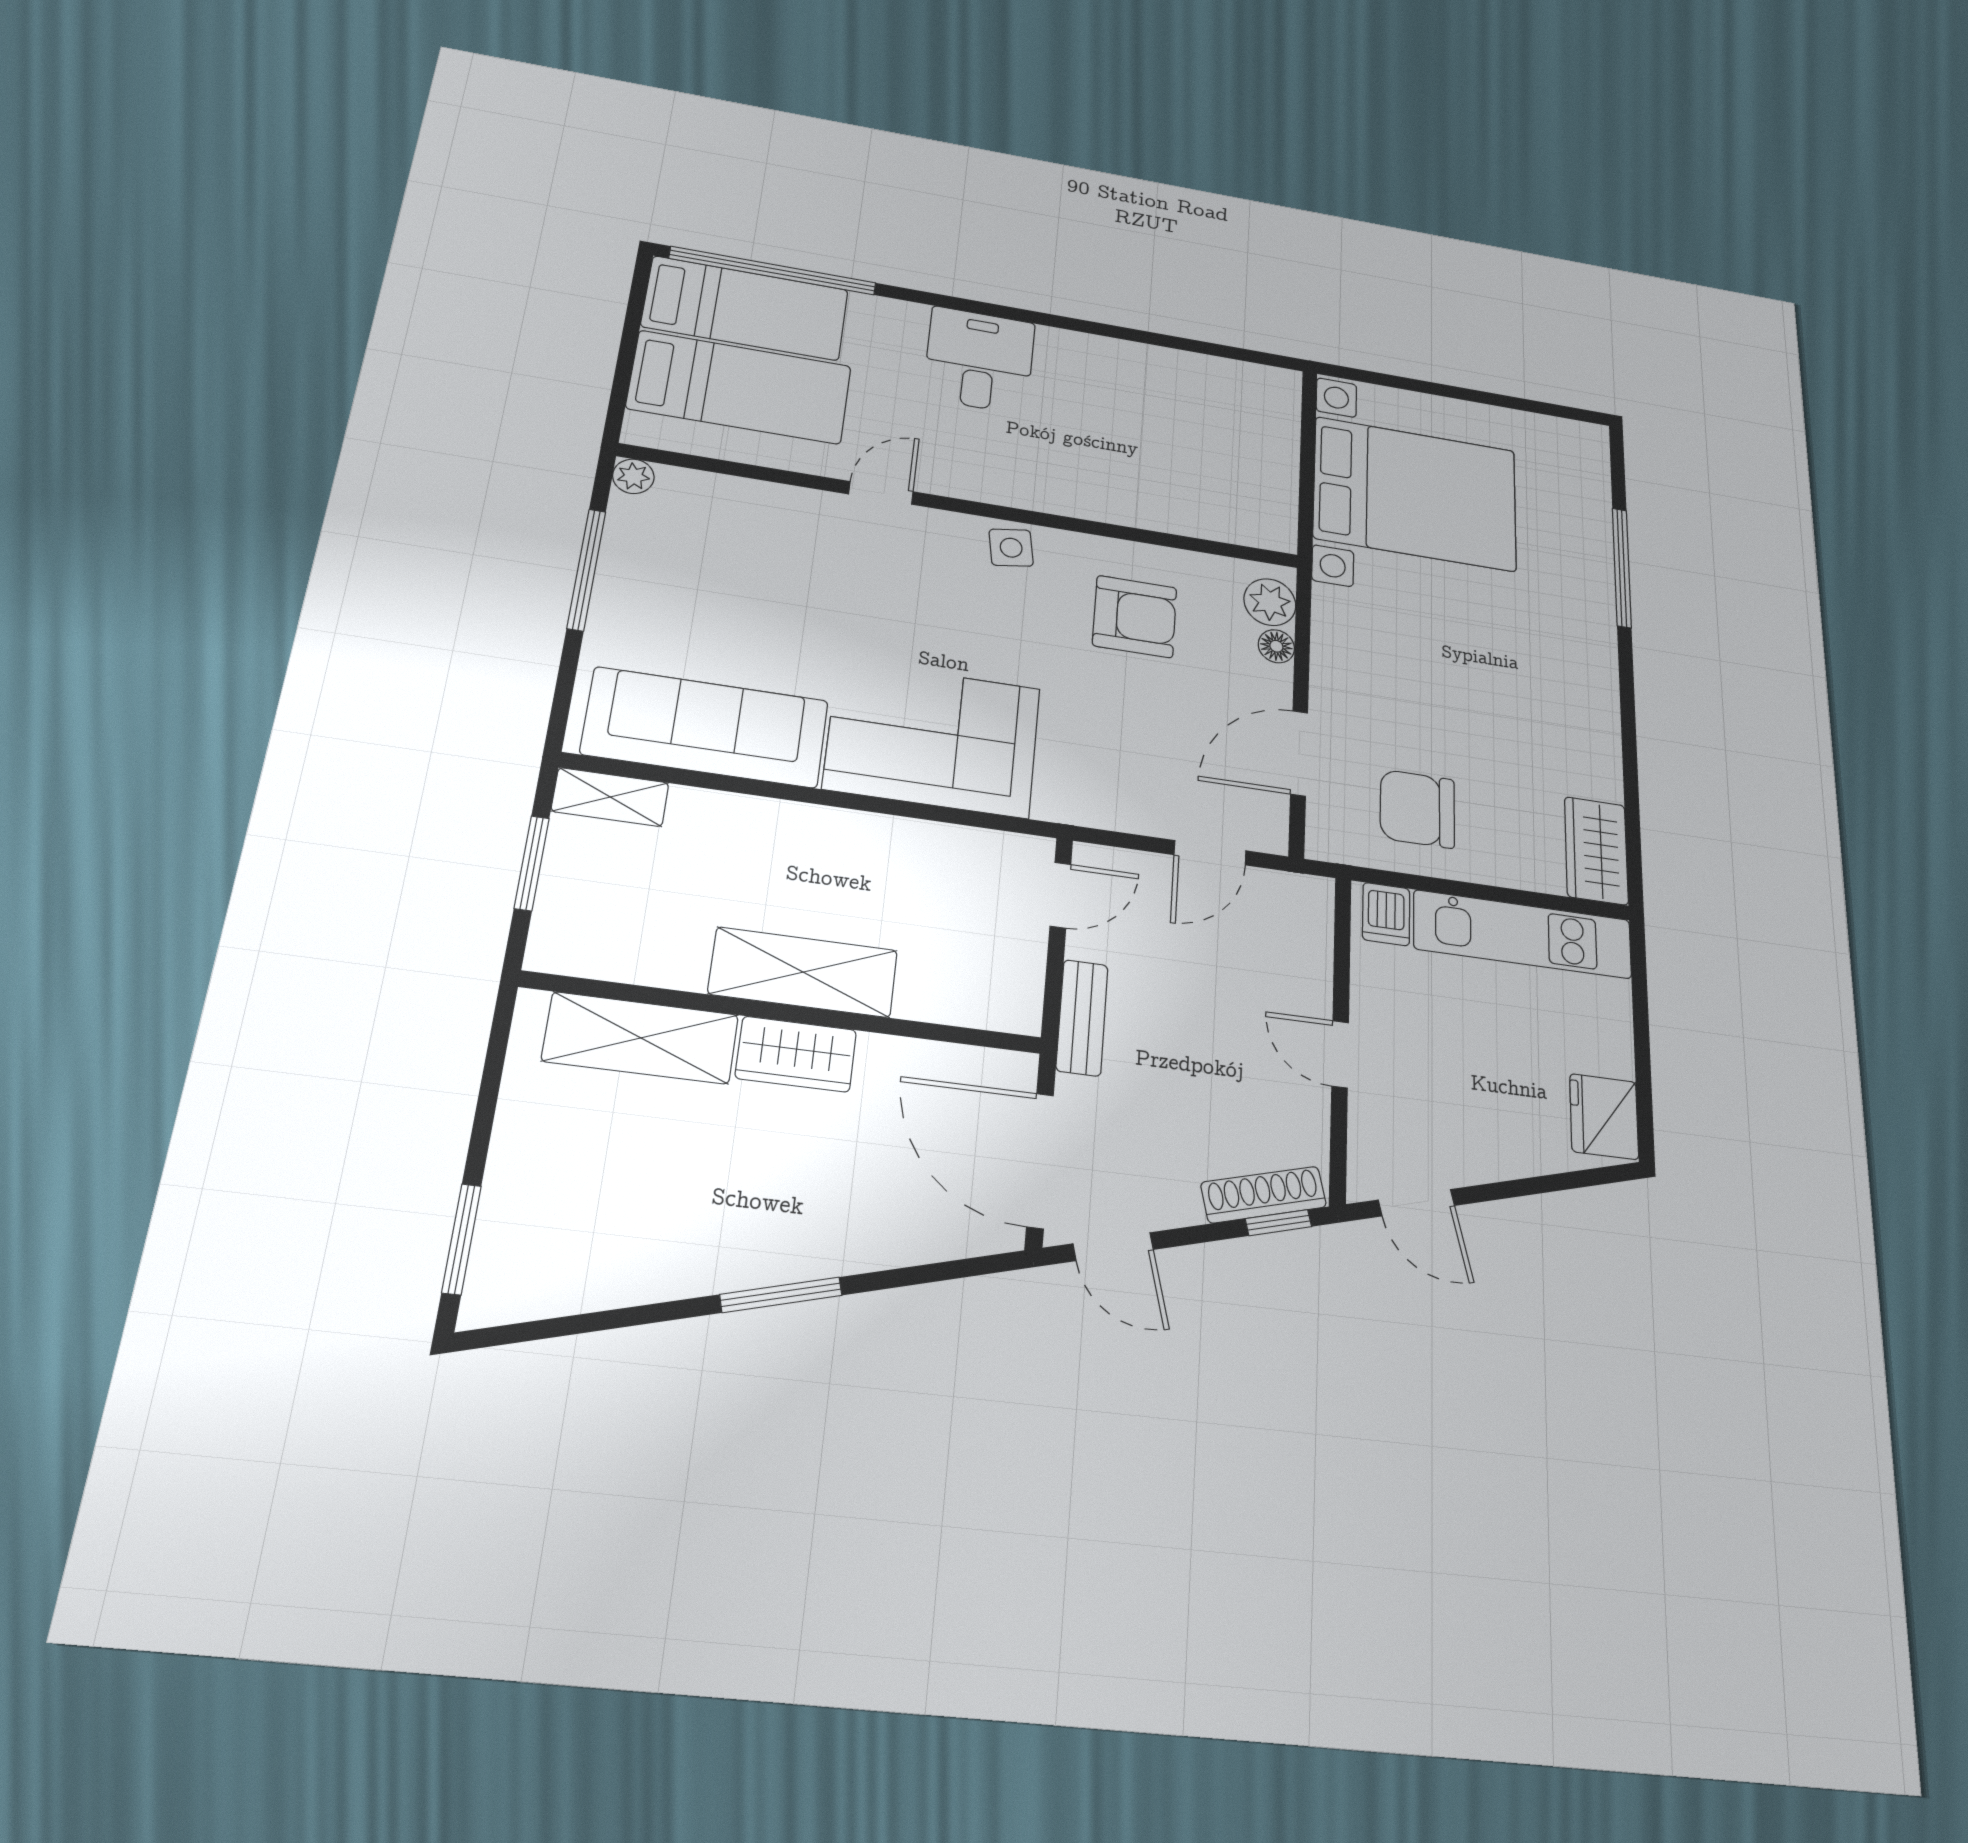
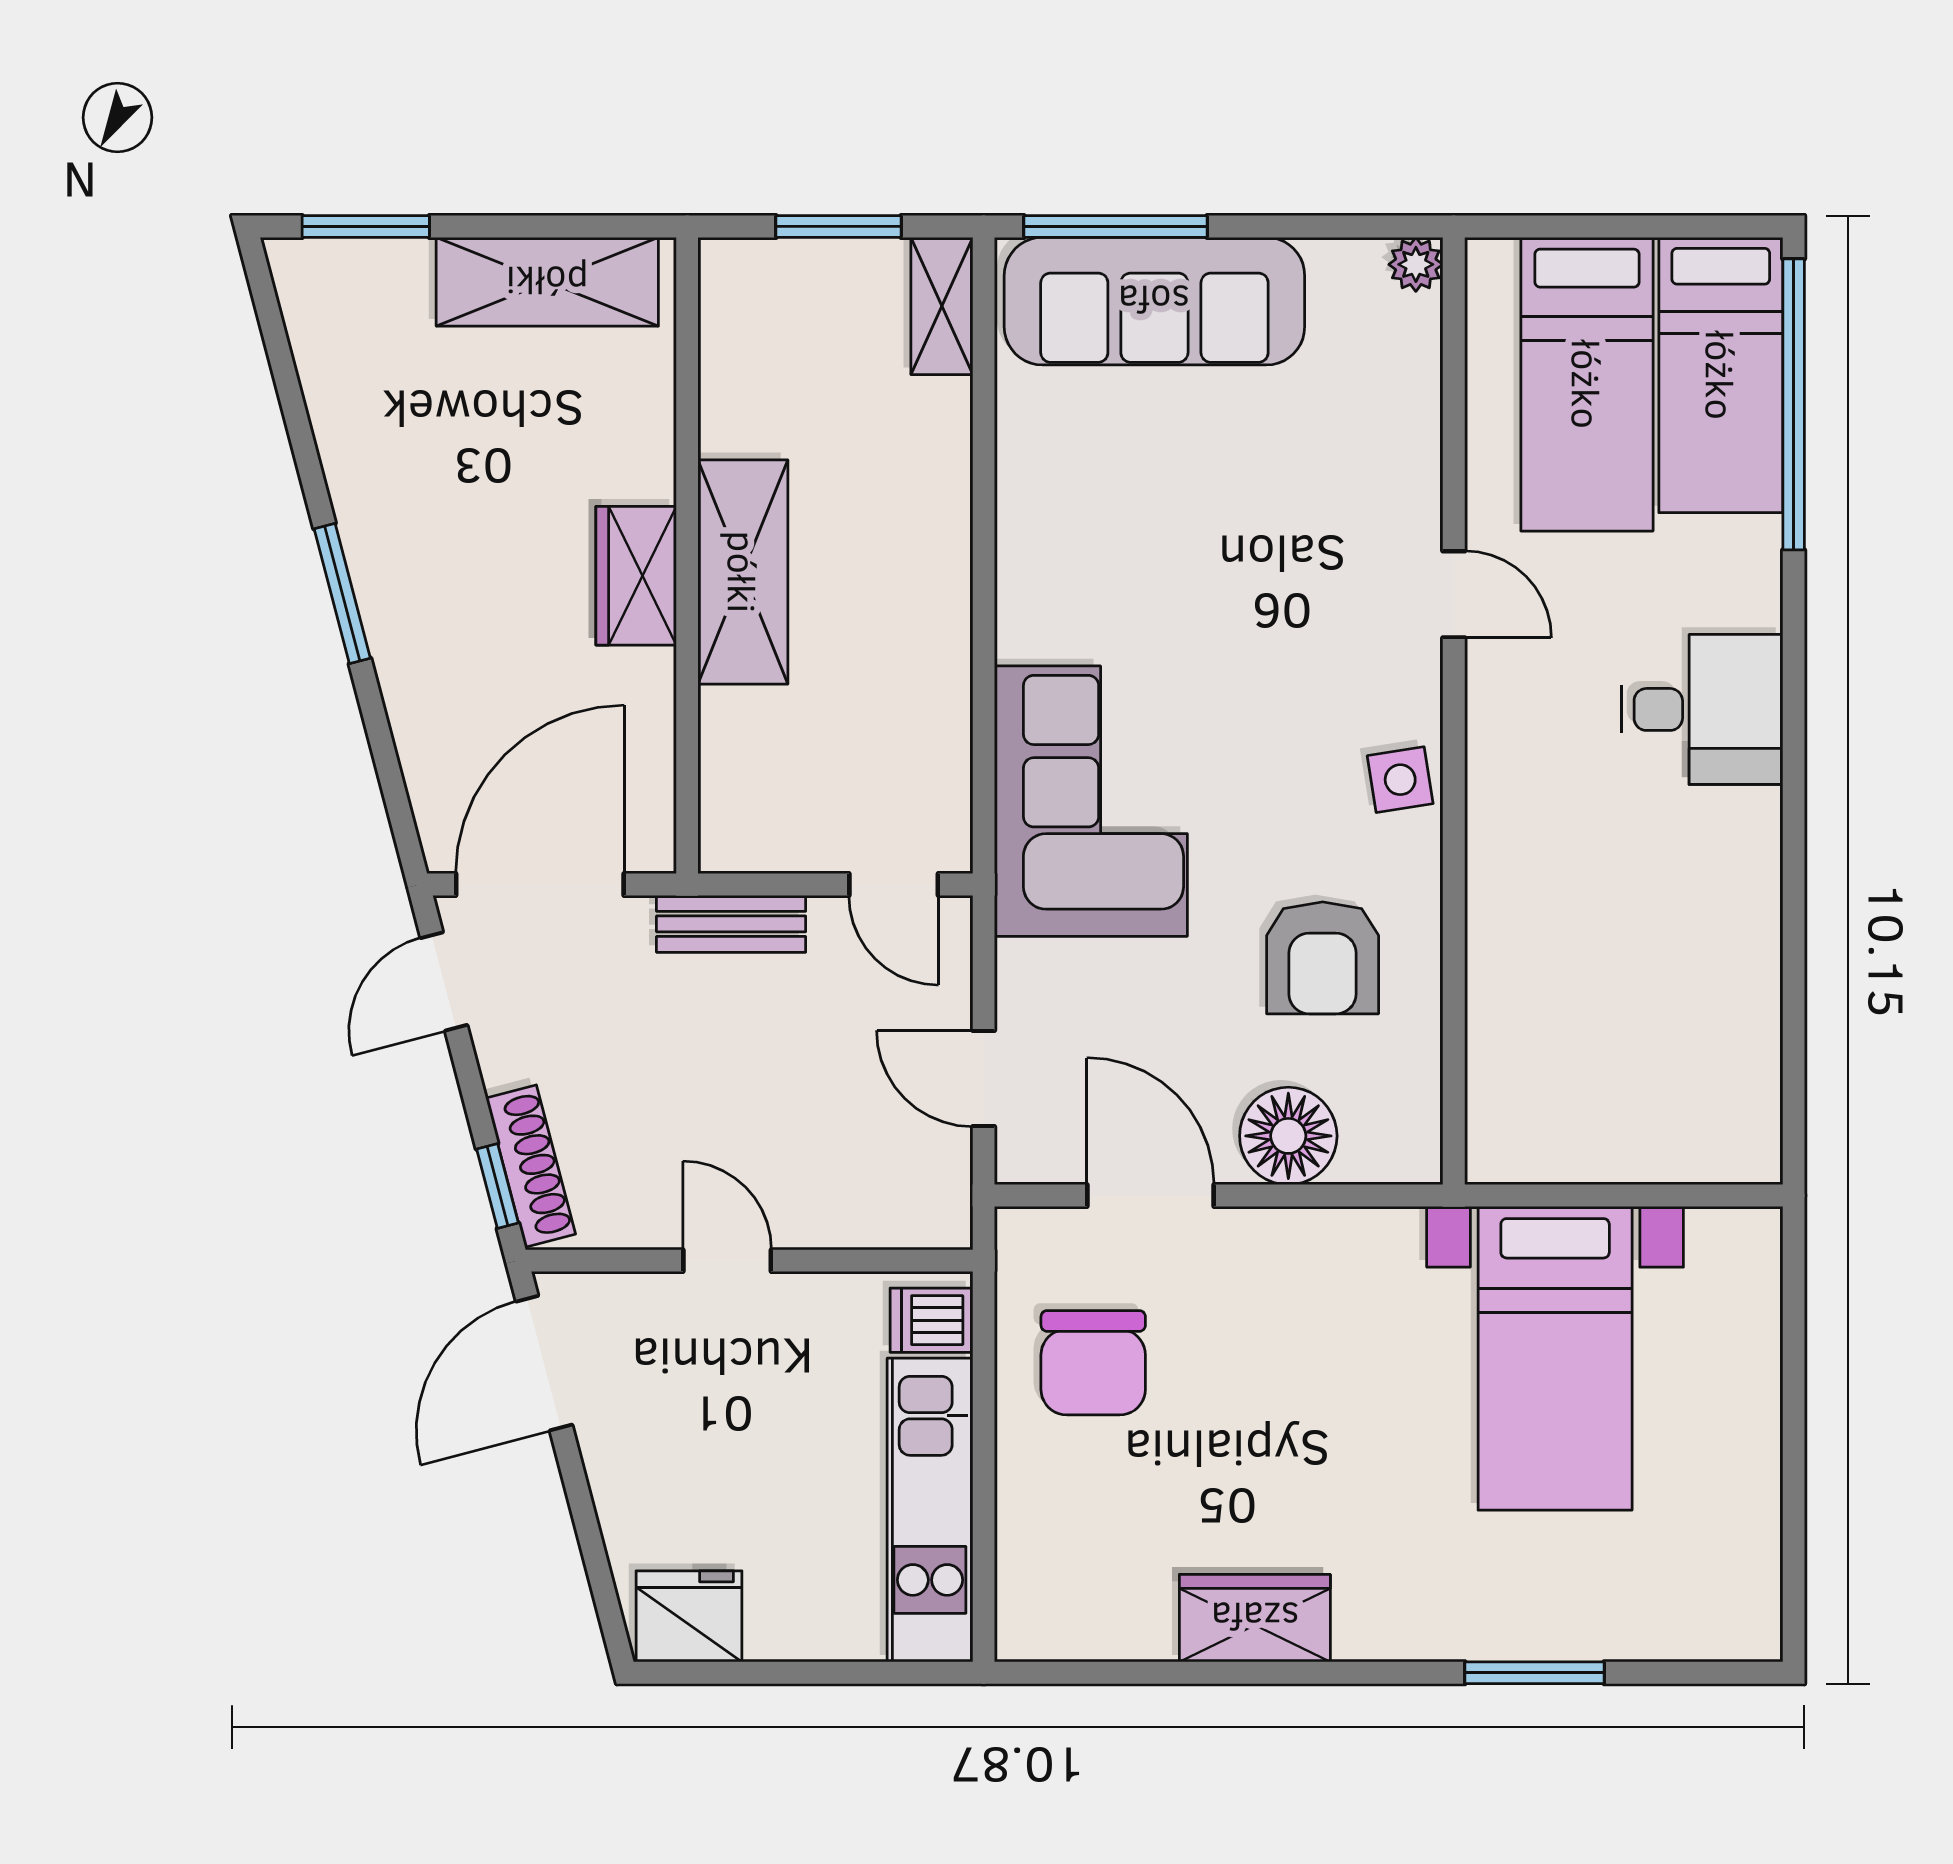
bed with nightstands: (1415, 494) -> (1555, 1358), width x0.73
window: (1622, 568) -> (1535, 1673), width x0.69
window: (586, 570) -> (1116, 226), moved
plant: (1270, 602) -> (1380, 1147), removed
floor lamp: (1276, 646) -> (1288, 1136), width x1.89, depth x1.89
sofa: (706, 727) -> (1154, 301), moved, turned 90
corner sofa: (933, 738) -> (1091, 801), moved
chair: (1417, 809) -> (1093, 1363), turned 180
wardrobe: (1596, 851) -> (1255, 1618), moved
shelving: (641, 1038) -> (547, 282), moved, turned 90
door: (1340, 1054) -> (727, 1261), hinge flipped
door: (1417, 1203) -> (544, 1363), width x1.38

